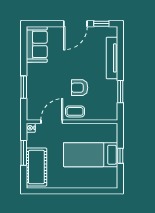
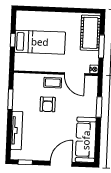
door: (75, 24) -> (61, 164), moved
sofa: (37, 44) -> (86, 140), width x1.36
armchair: (80, 88) -> (48, 104), turned 90
door: (52, 122) -> (74, 74), hinge flipped

